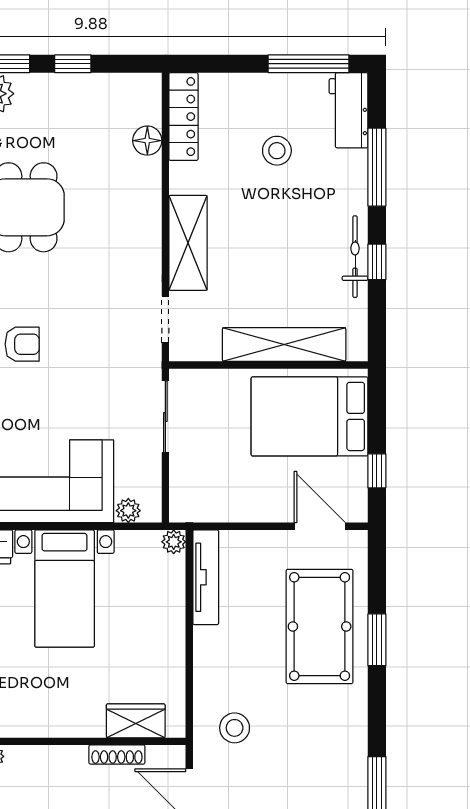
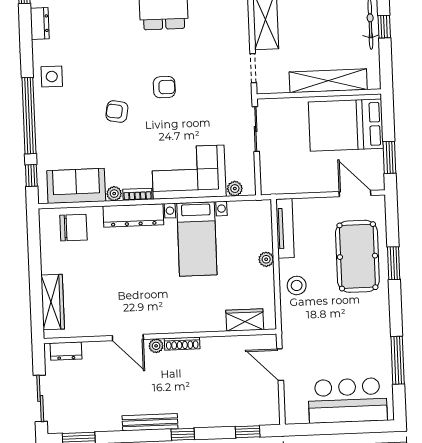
window: (377, 471) -> (389, 157), width x1.50
plant: (174, 542) -> (266, 259), moved
stool: (235, 728) -> (297, 285), moved
shoe rack: (117, 755) -> (182, 344), moved

